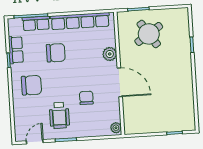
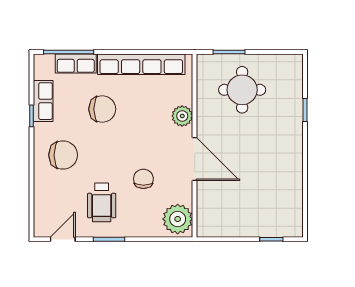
round table: (149, 34) -> (242, 90), turned 34
plant: (116, 128) -> (178, 219), width x1.88, depth x1.88

